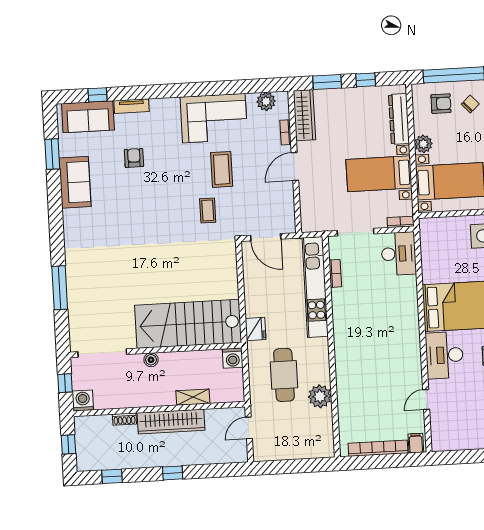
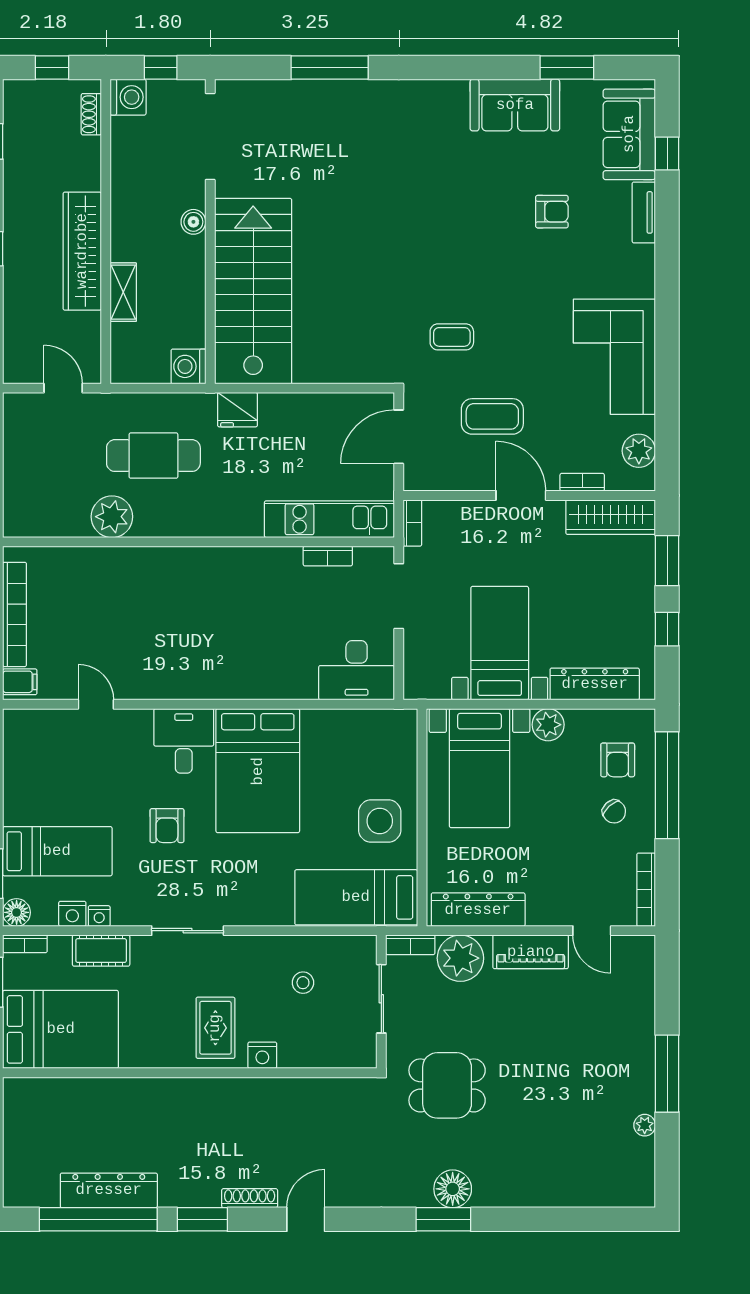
coffee table: (222, 169) -> (492, 416), moved
bookcase: (400, 222) -> (412, 523), moved
kitchen unit: (315, 287) -> (329, 519), width x0.73
desk: (444, 355) -> (184, 741), width x0.73
shoe rack: (124, 419) -> (91, 114), moved

